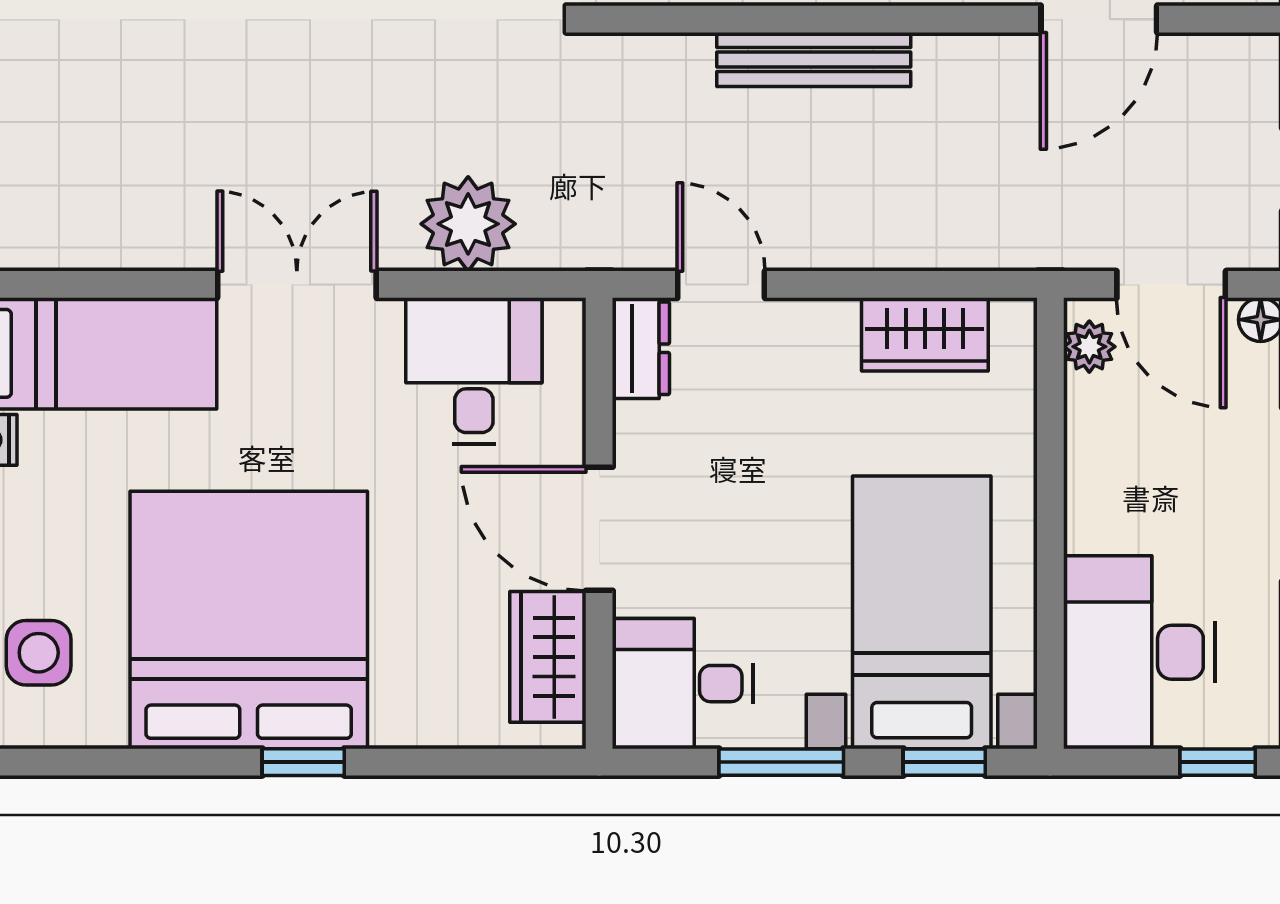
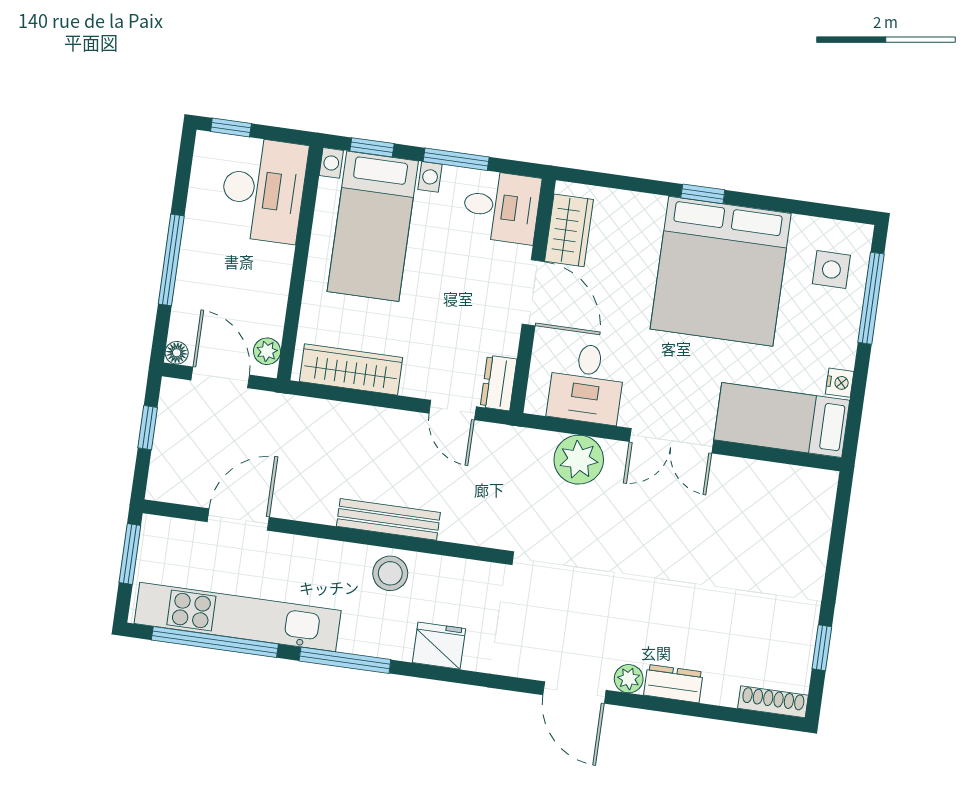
wardrobe: (925, 334) -> (351, 369), width x1.50

